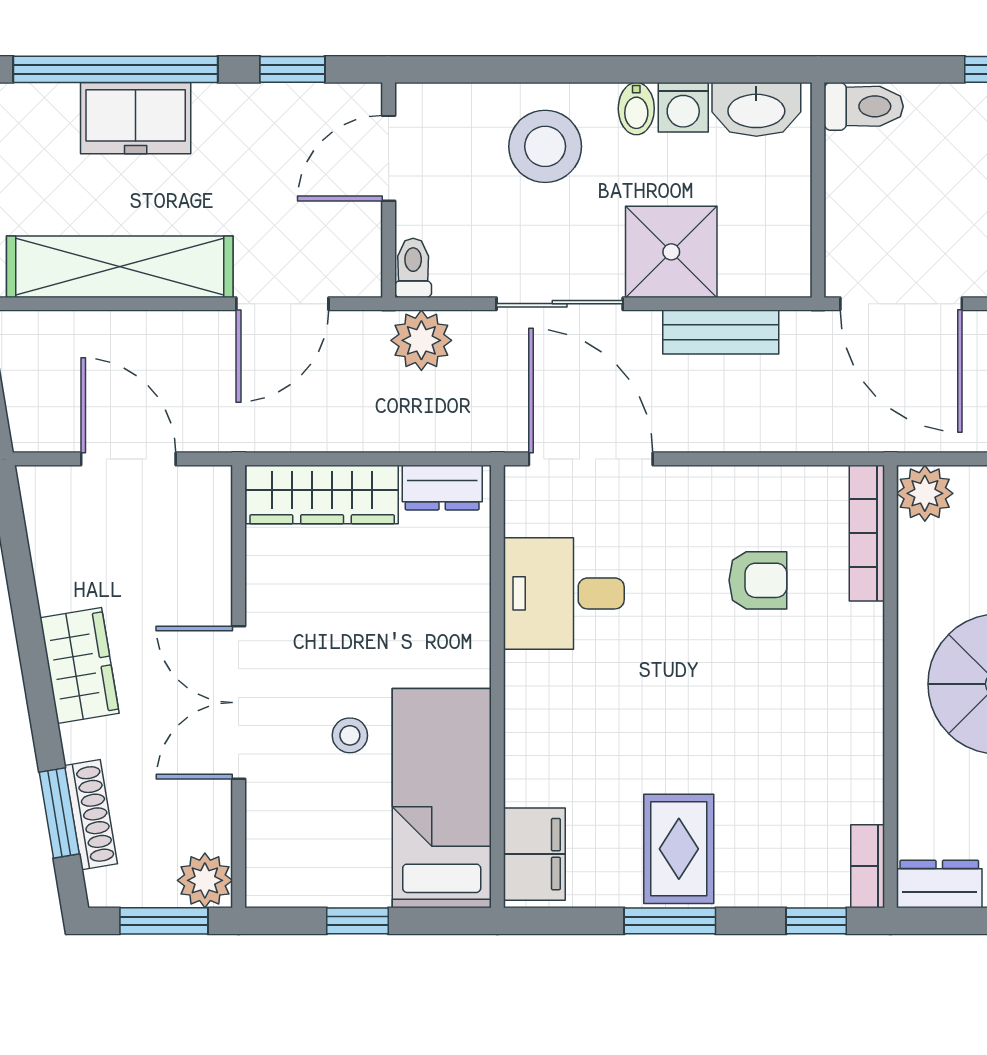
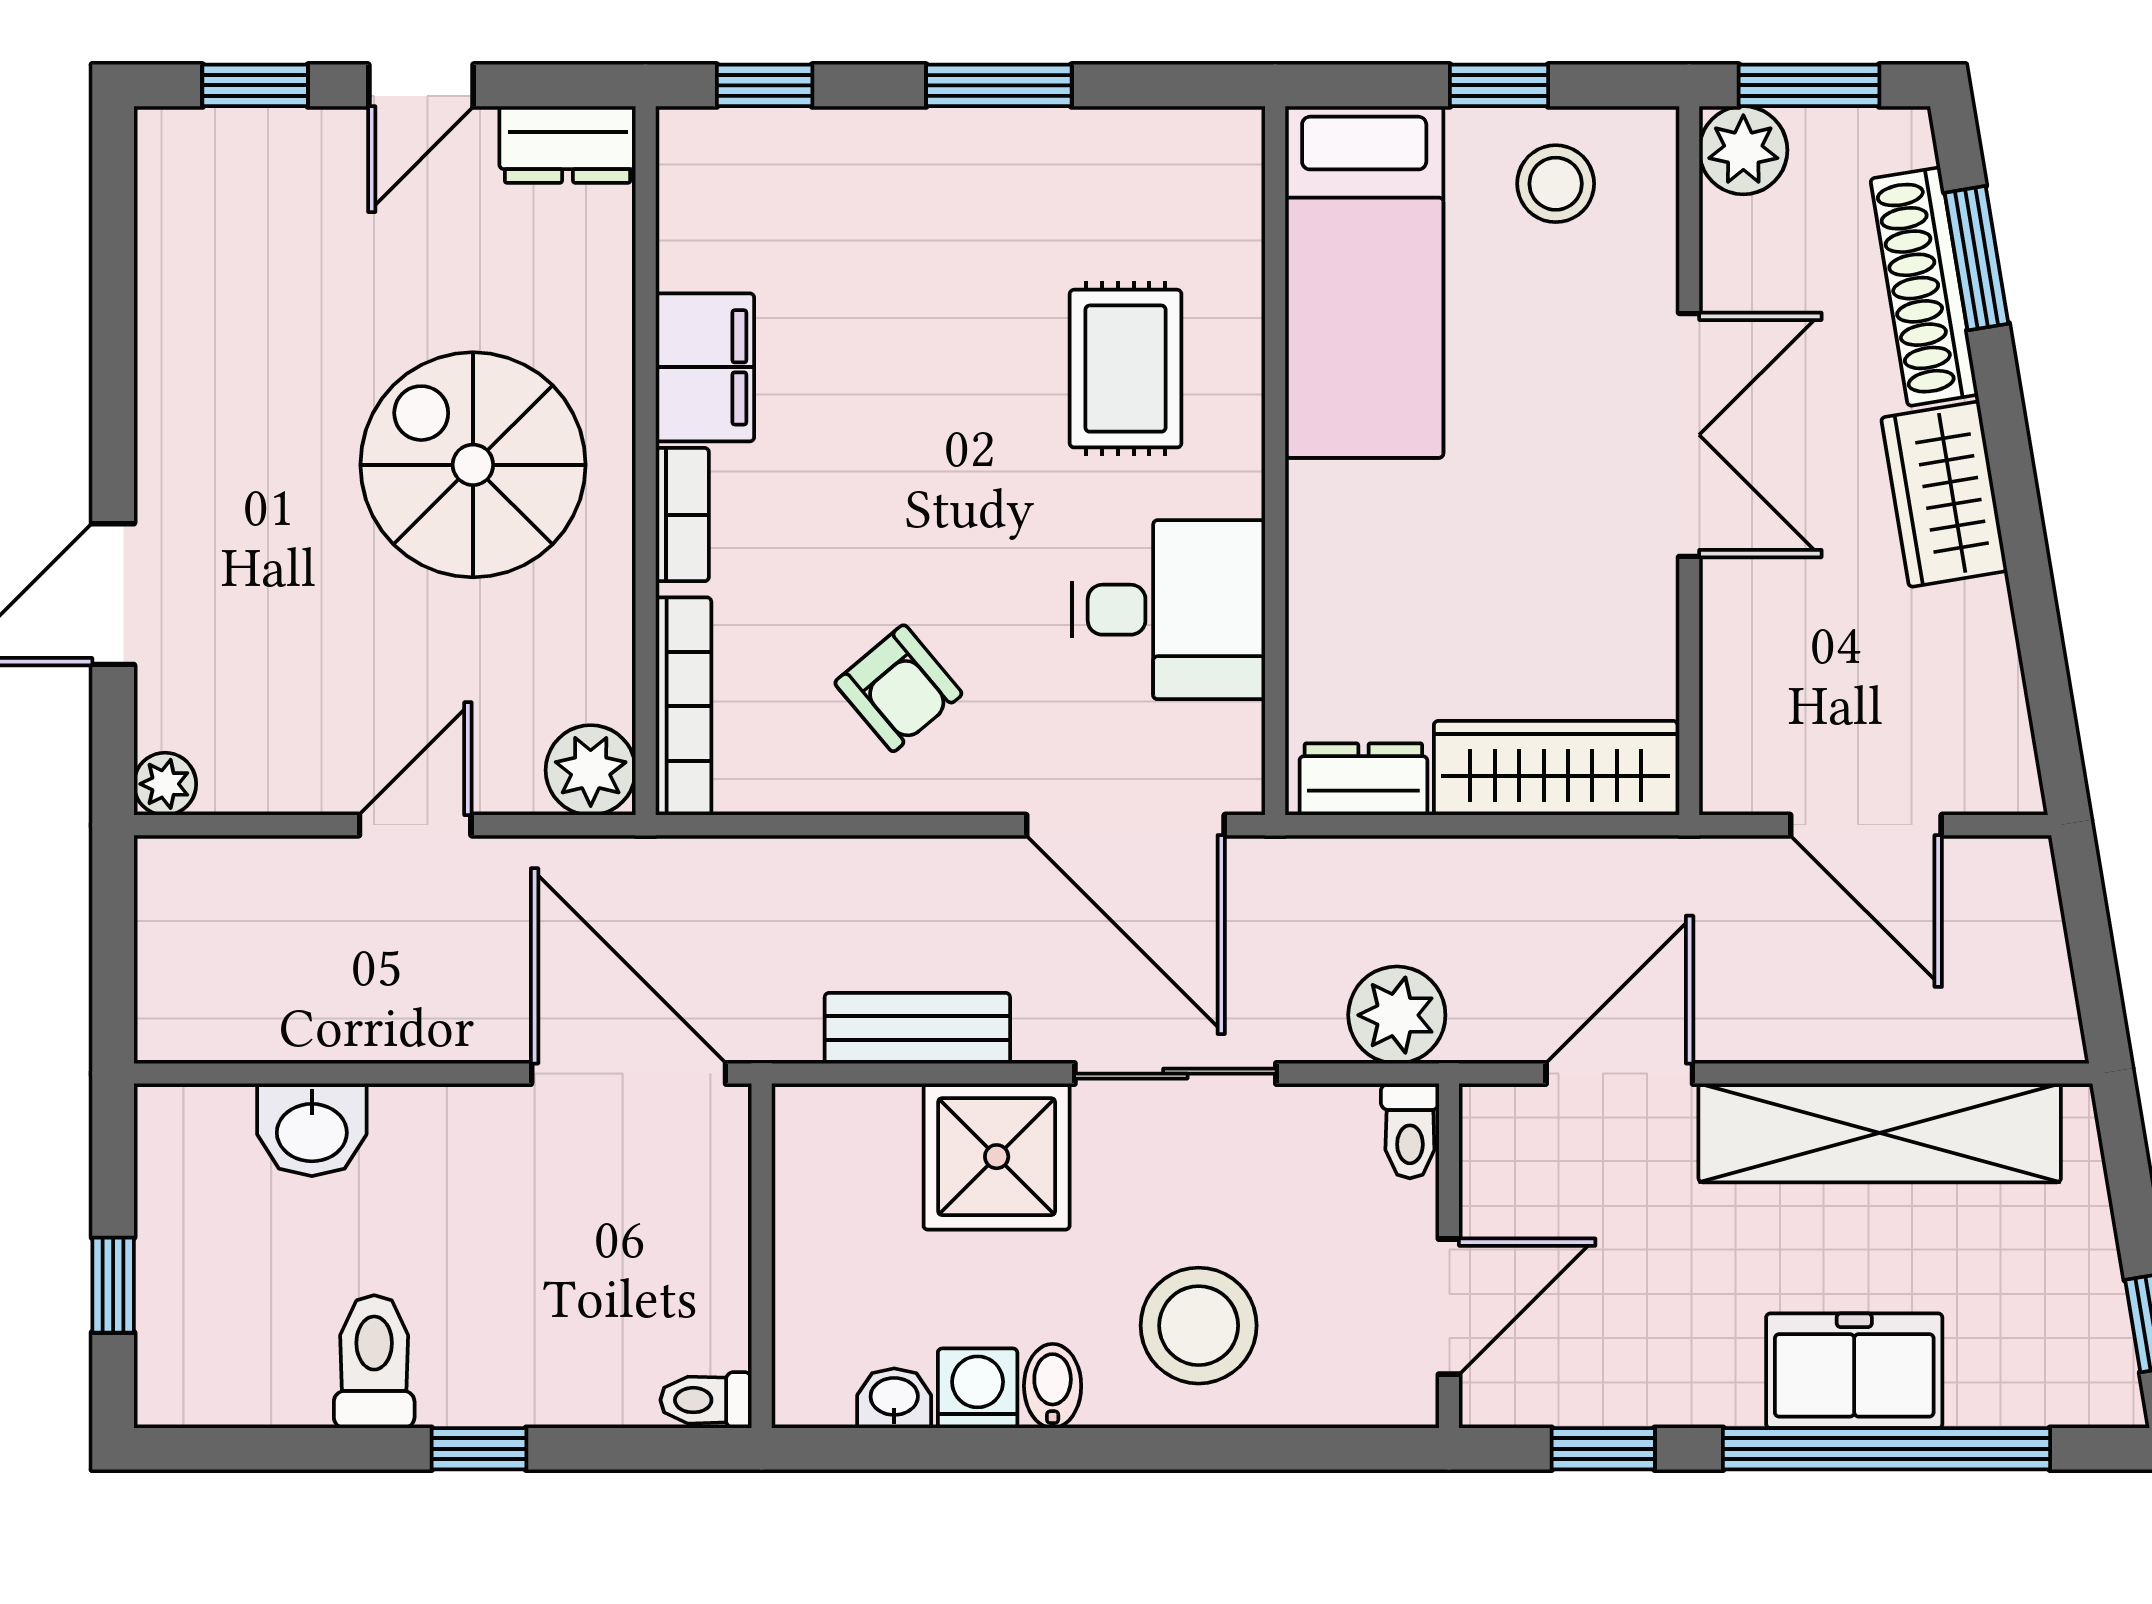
toilet: (864, 106) -> (706, 1400), width x0.73, depth x0.72
washbasin: (756, 109) -> (894, 1398), width x0.52, depth x0.69
armchair: (758, 580) -> (898, 688), moved, turned -130
stool: (350, 735) -> (1556, 184), moved, width x1.37, depth x1.37
shoe rack: (91, 815) -> (1924, 287), width x1.36, depth x1.24
rug: (679, 849) -> (1126, 369), moved
filing cabinet: (534, 854) -> (705, 367), moved, turned 180
bookcase: (868, 866) -> (682, 515), moved

